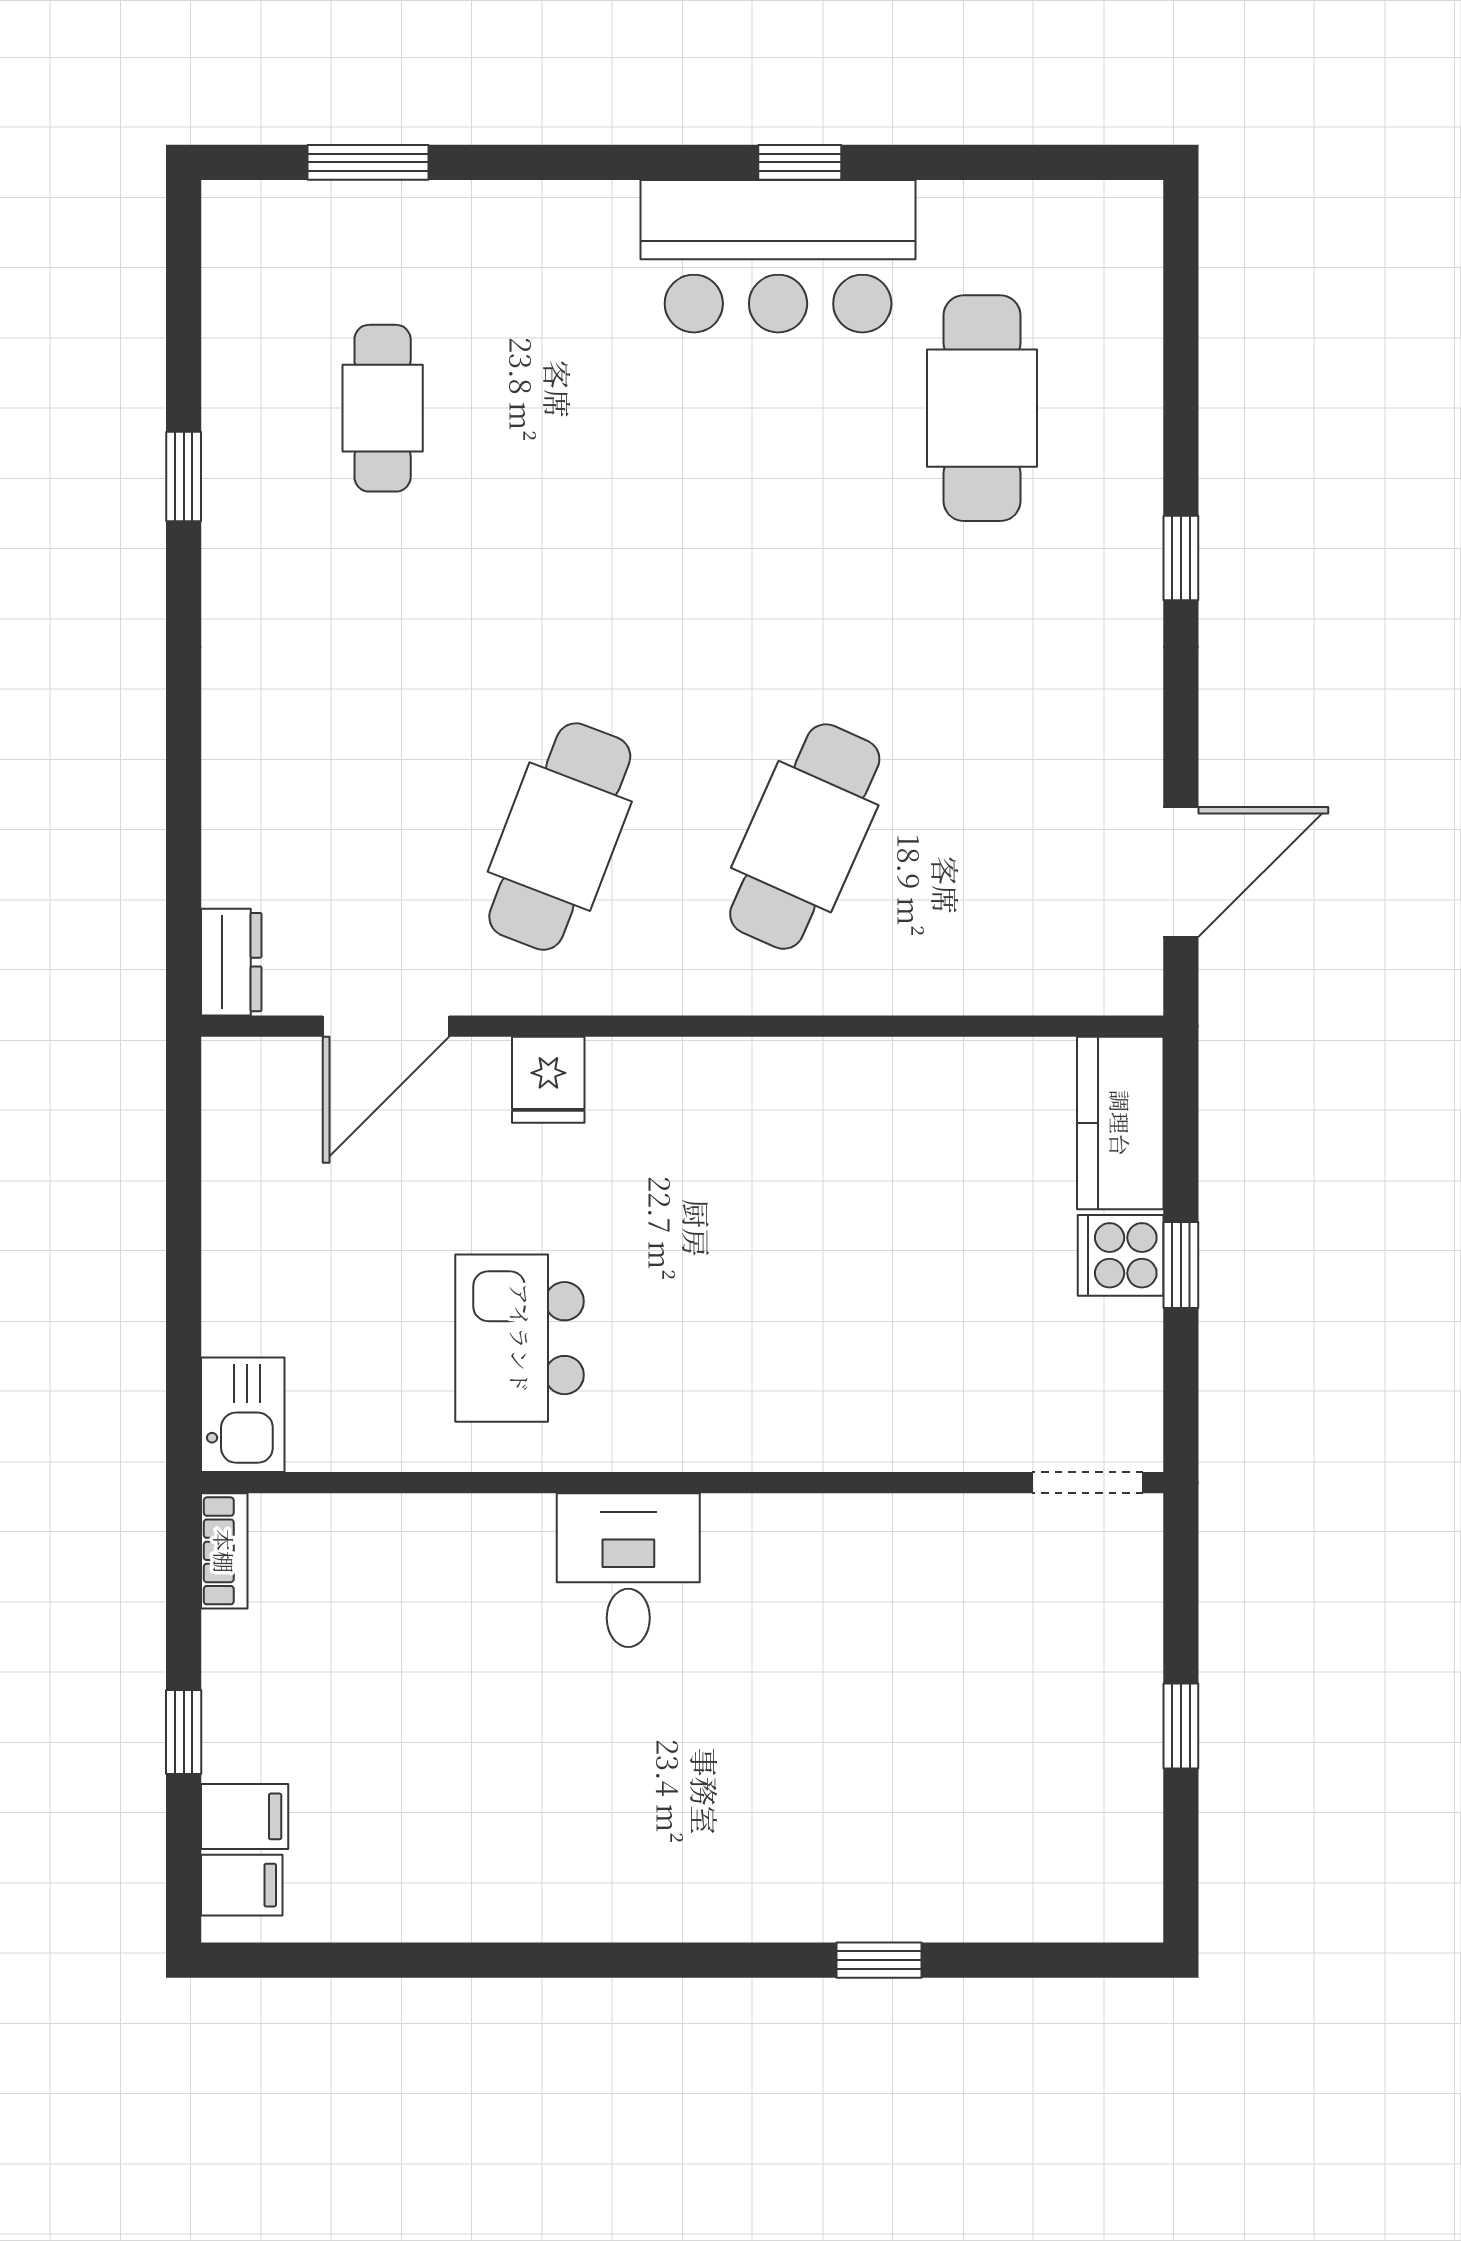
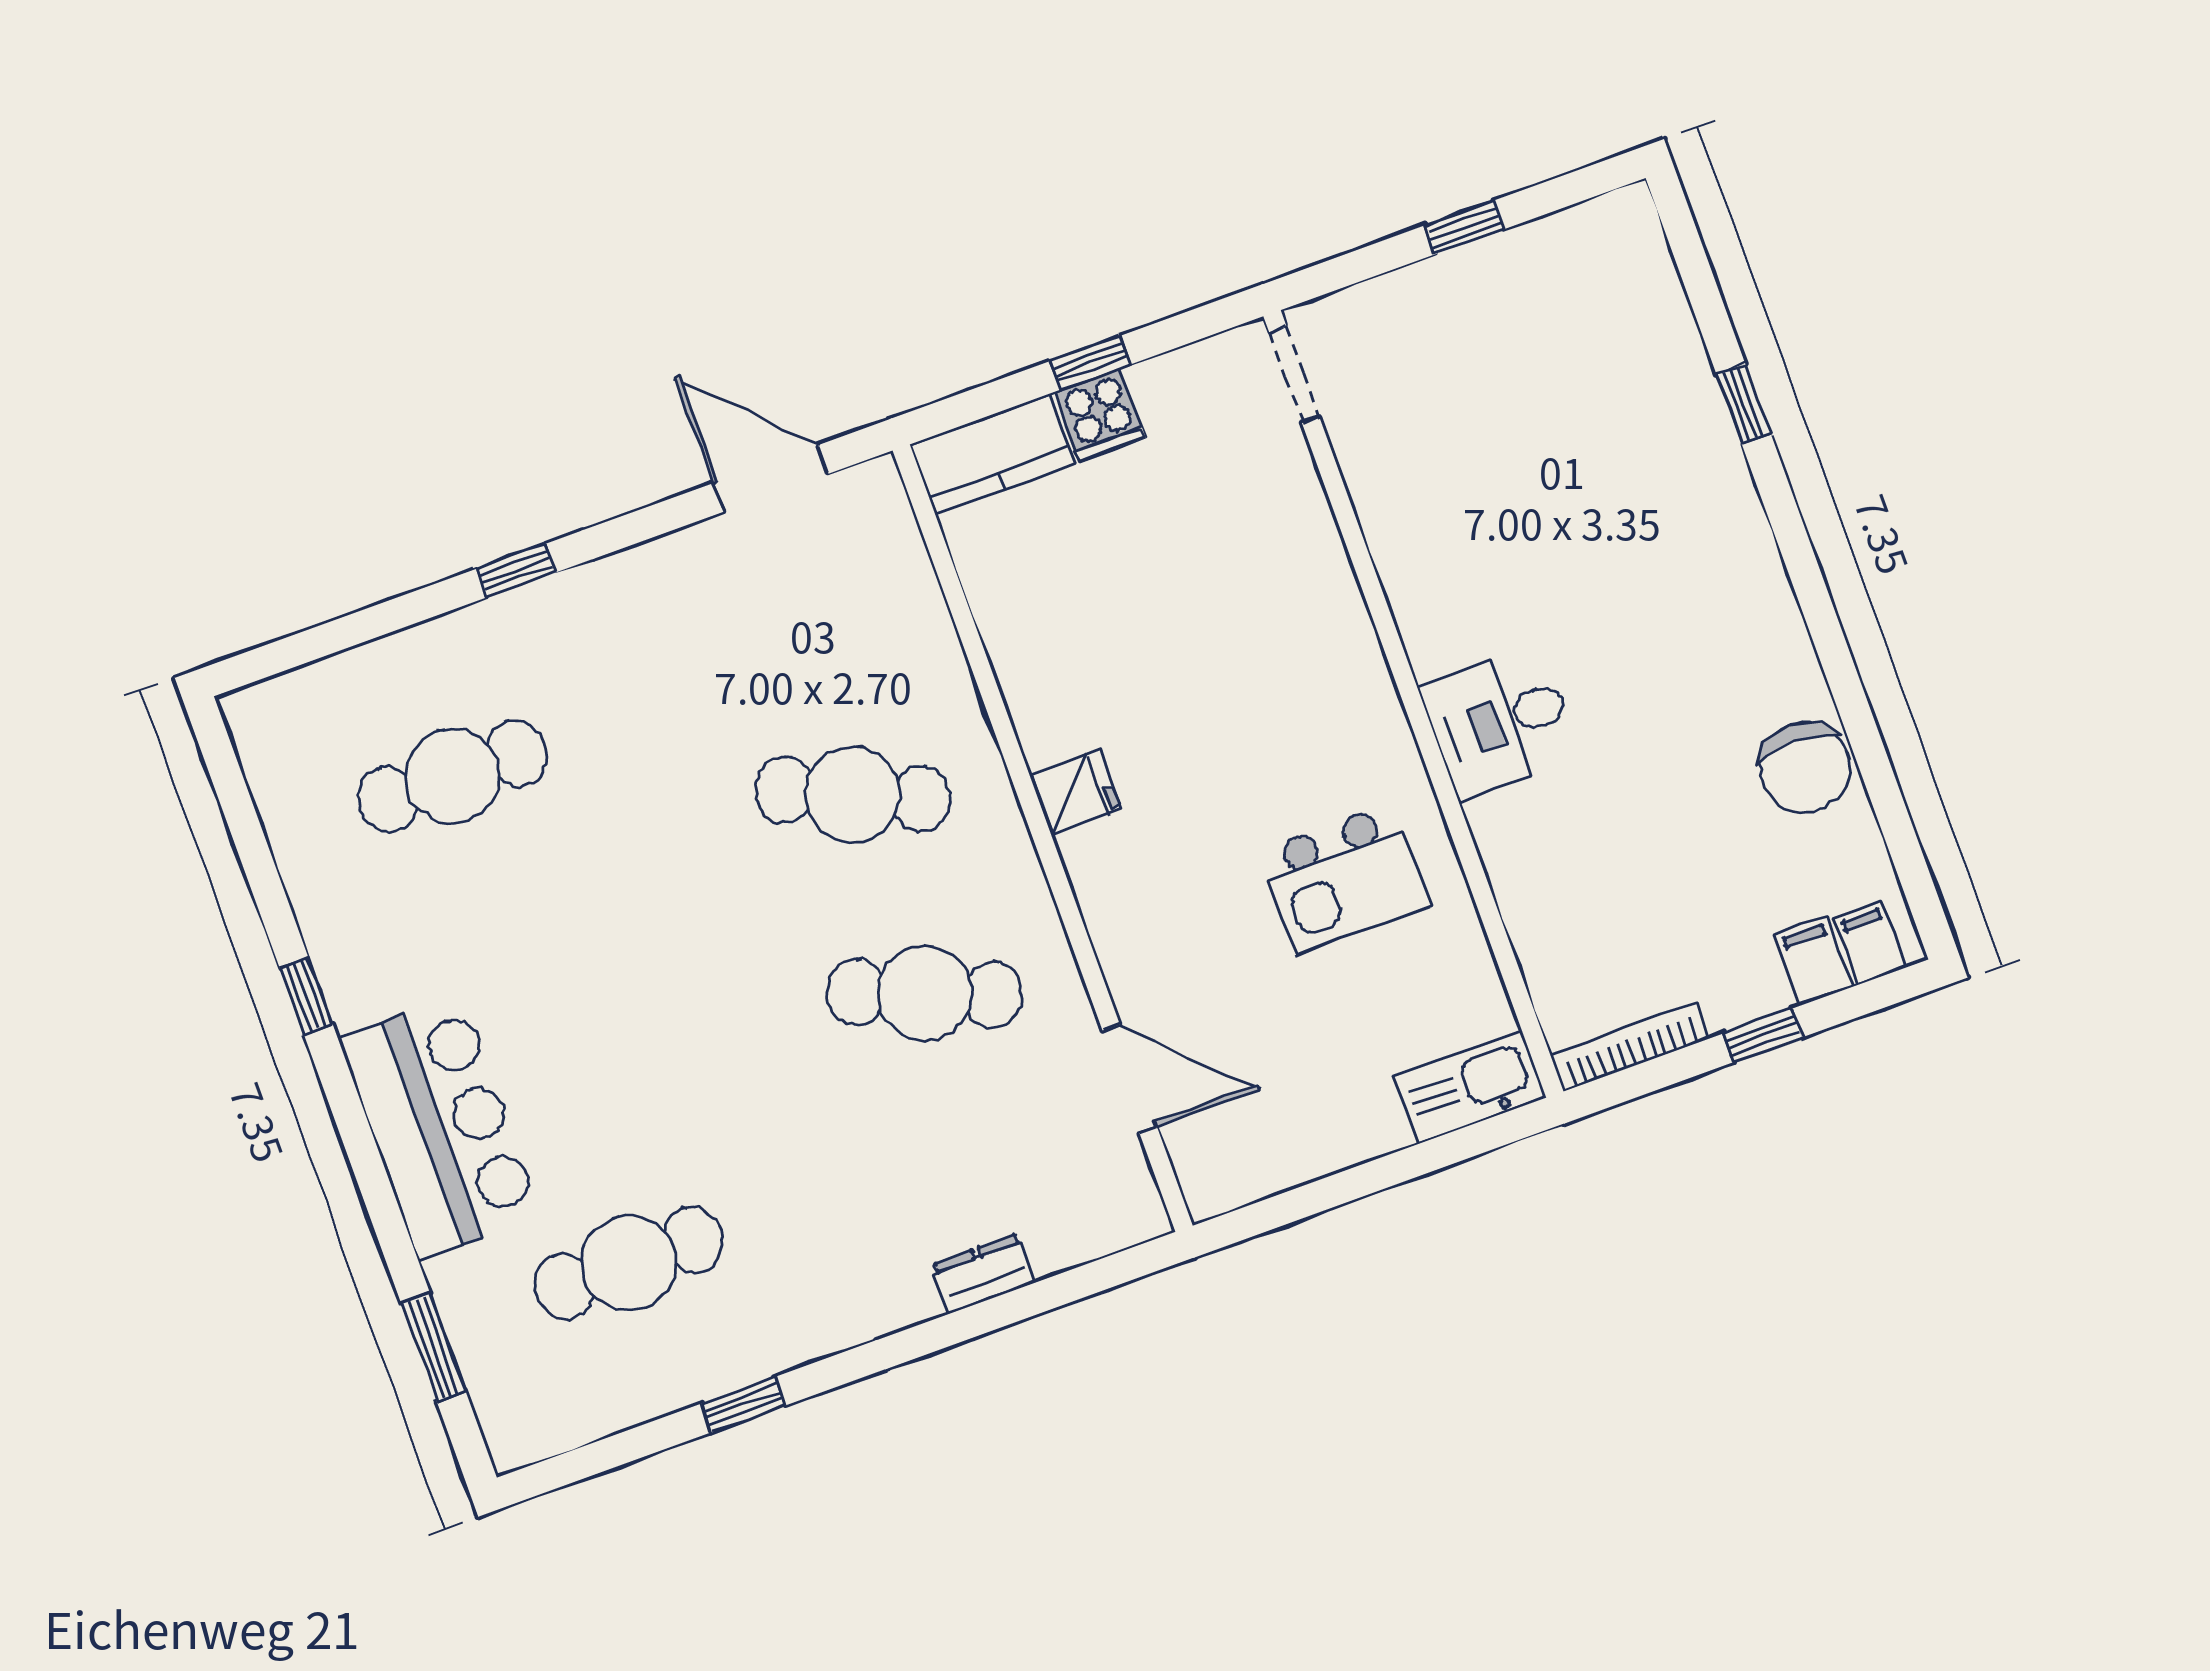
bar counter: (778, 256) -> (440, 1127), moved
cafe table: (383, 408) -> (629, 1263), width x1.37, depth x1.35
dresser: (231, 962) -> (984, 1274), moved
fridge: (548, 1080) -> (1075, 793), moved
kitchen sink: (243, 1415) -> (1470, 1087), width x1.38
bookcase: (224, 1551) -> (1630, 1046), width x1.56
chair: (459, 1884) -> (1805, 767), added

